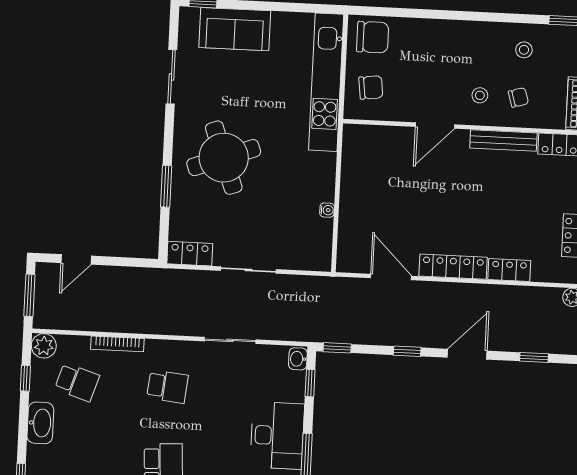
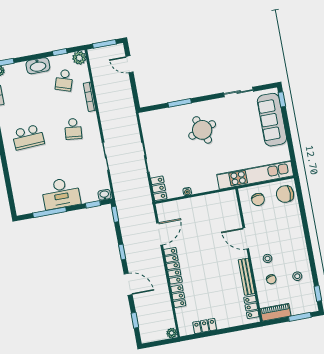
sofa: (235, 29) -> (272, 120), width x1.36
chair: (373, 37) -> (285, 194), turned 90
round table: (224, 158) -> (202, 130), width x0.73, depth x0.73
locker: (190, 254) -> (159, 188), moved

